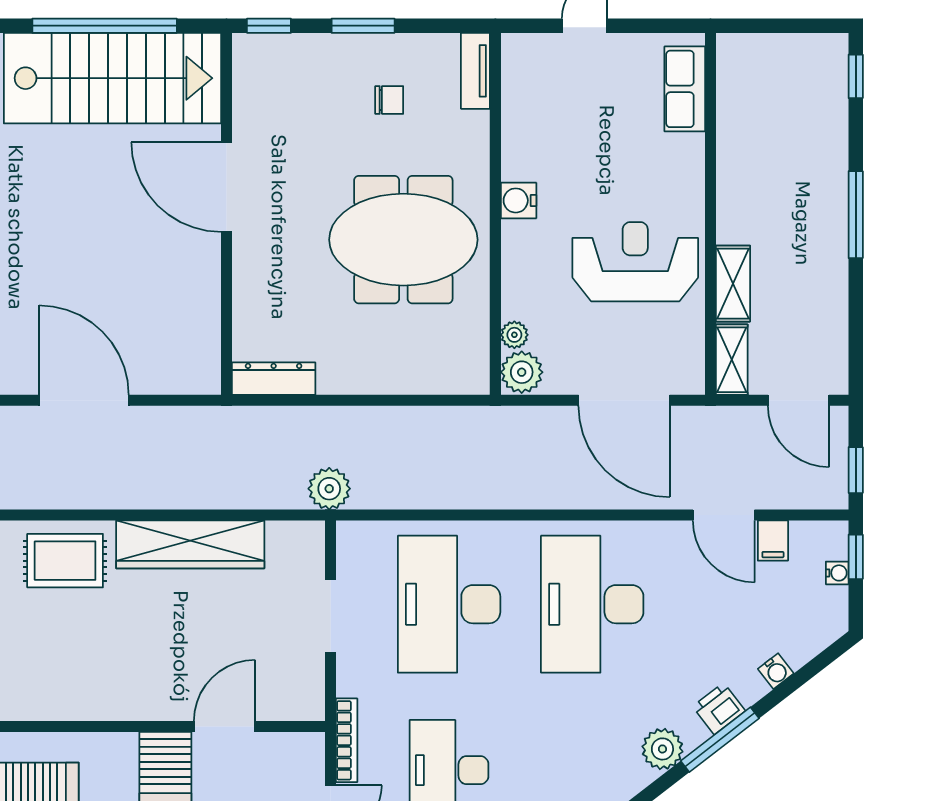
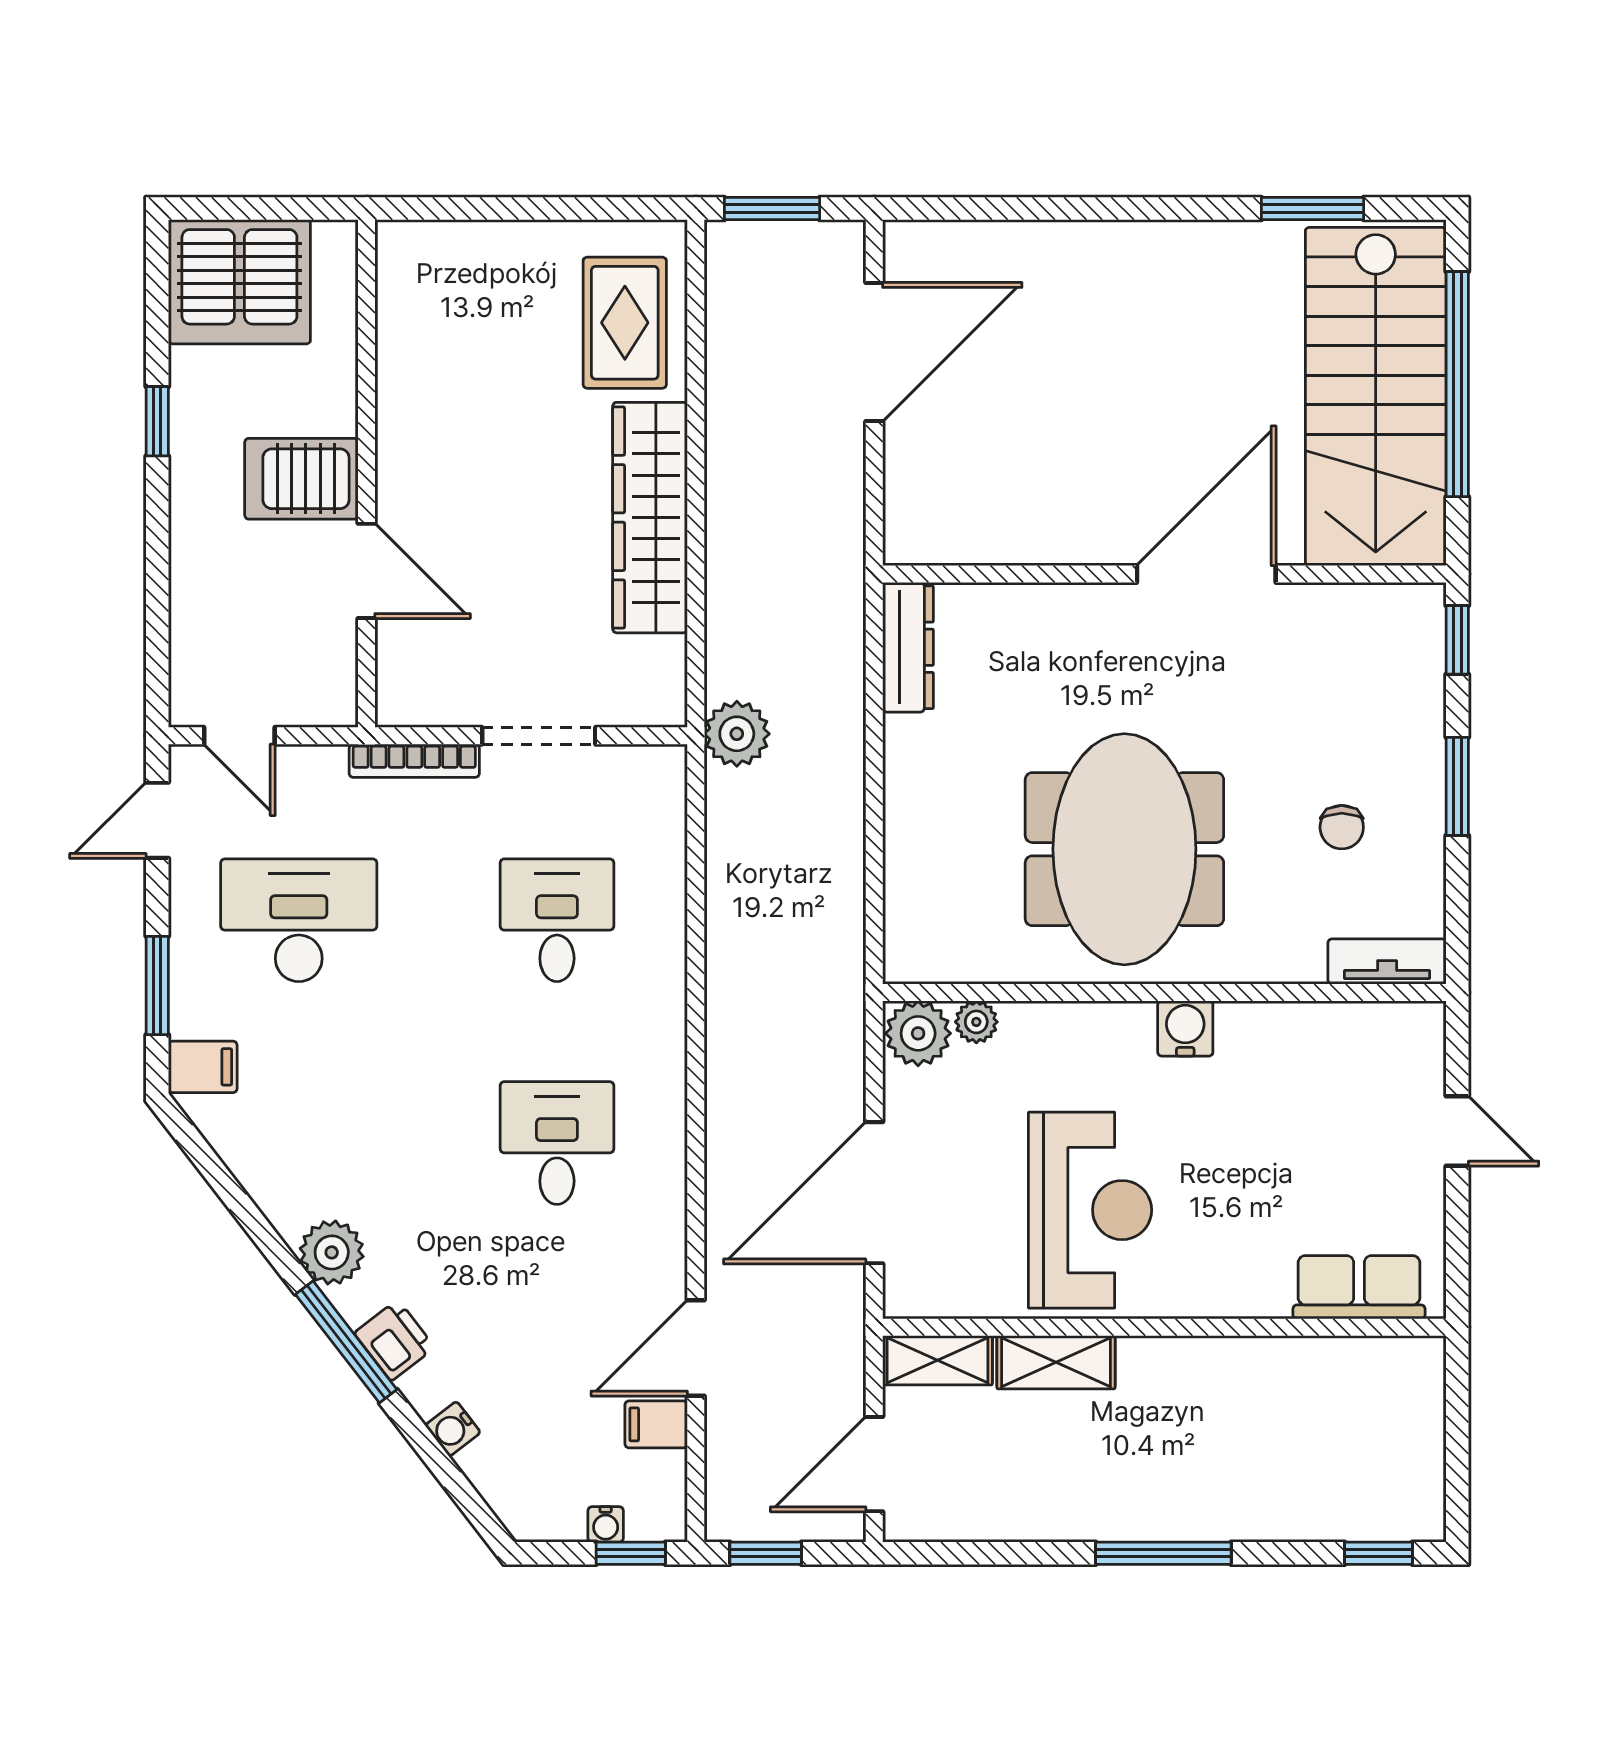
desk: (449, 604) -> (557, 920), width x0.53, depth x0.77
desk: (592, 604) -> (557, 1143), width x0.53, depth x0.77
bookcase: (347, 740) -> (414, 761), moved

